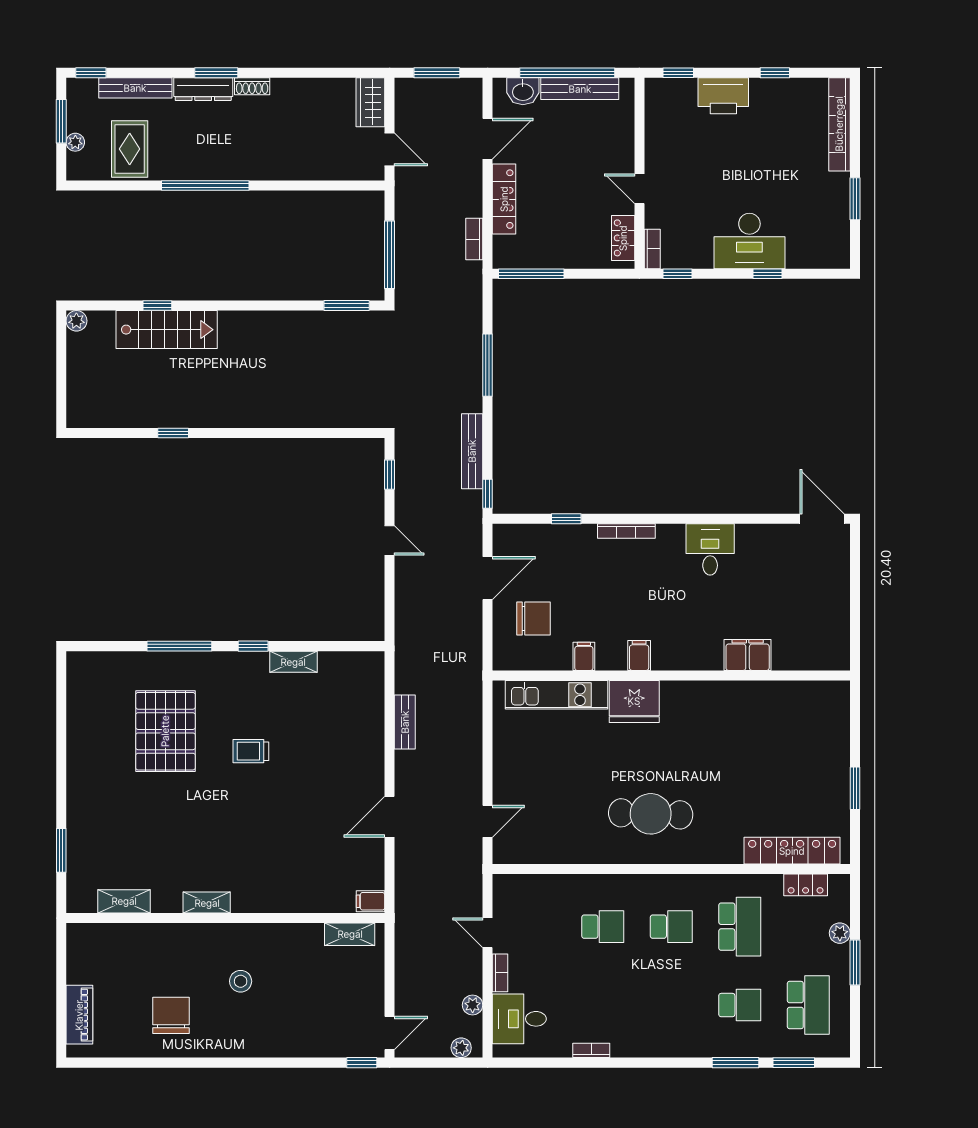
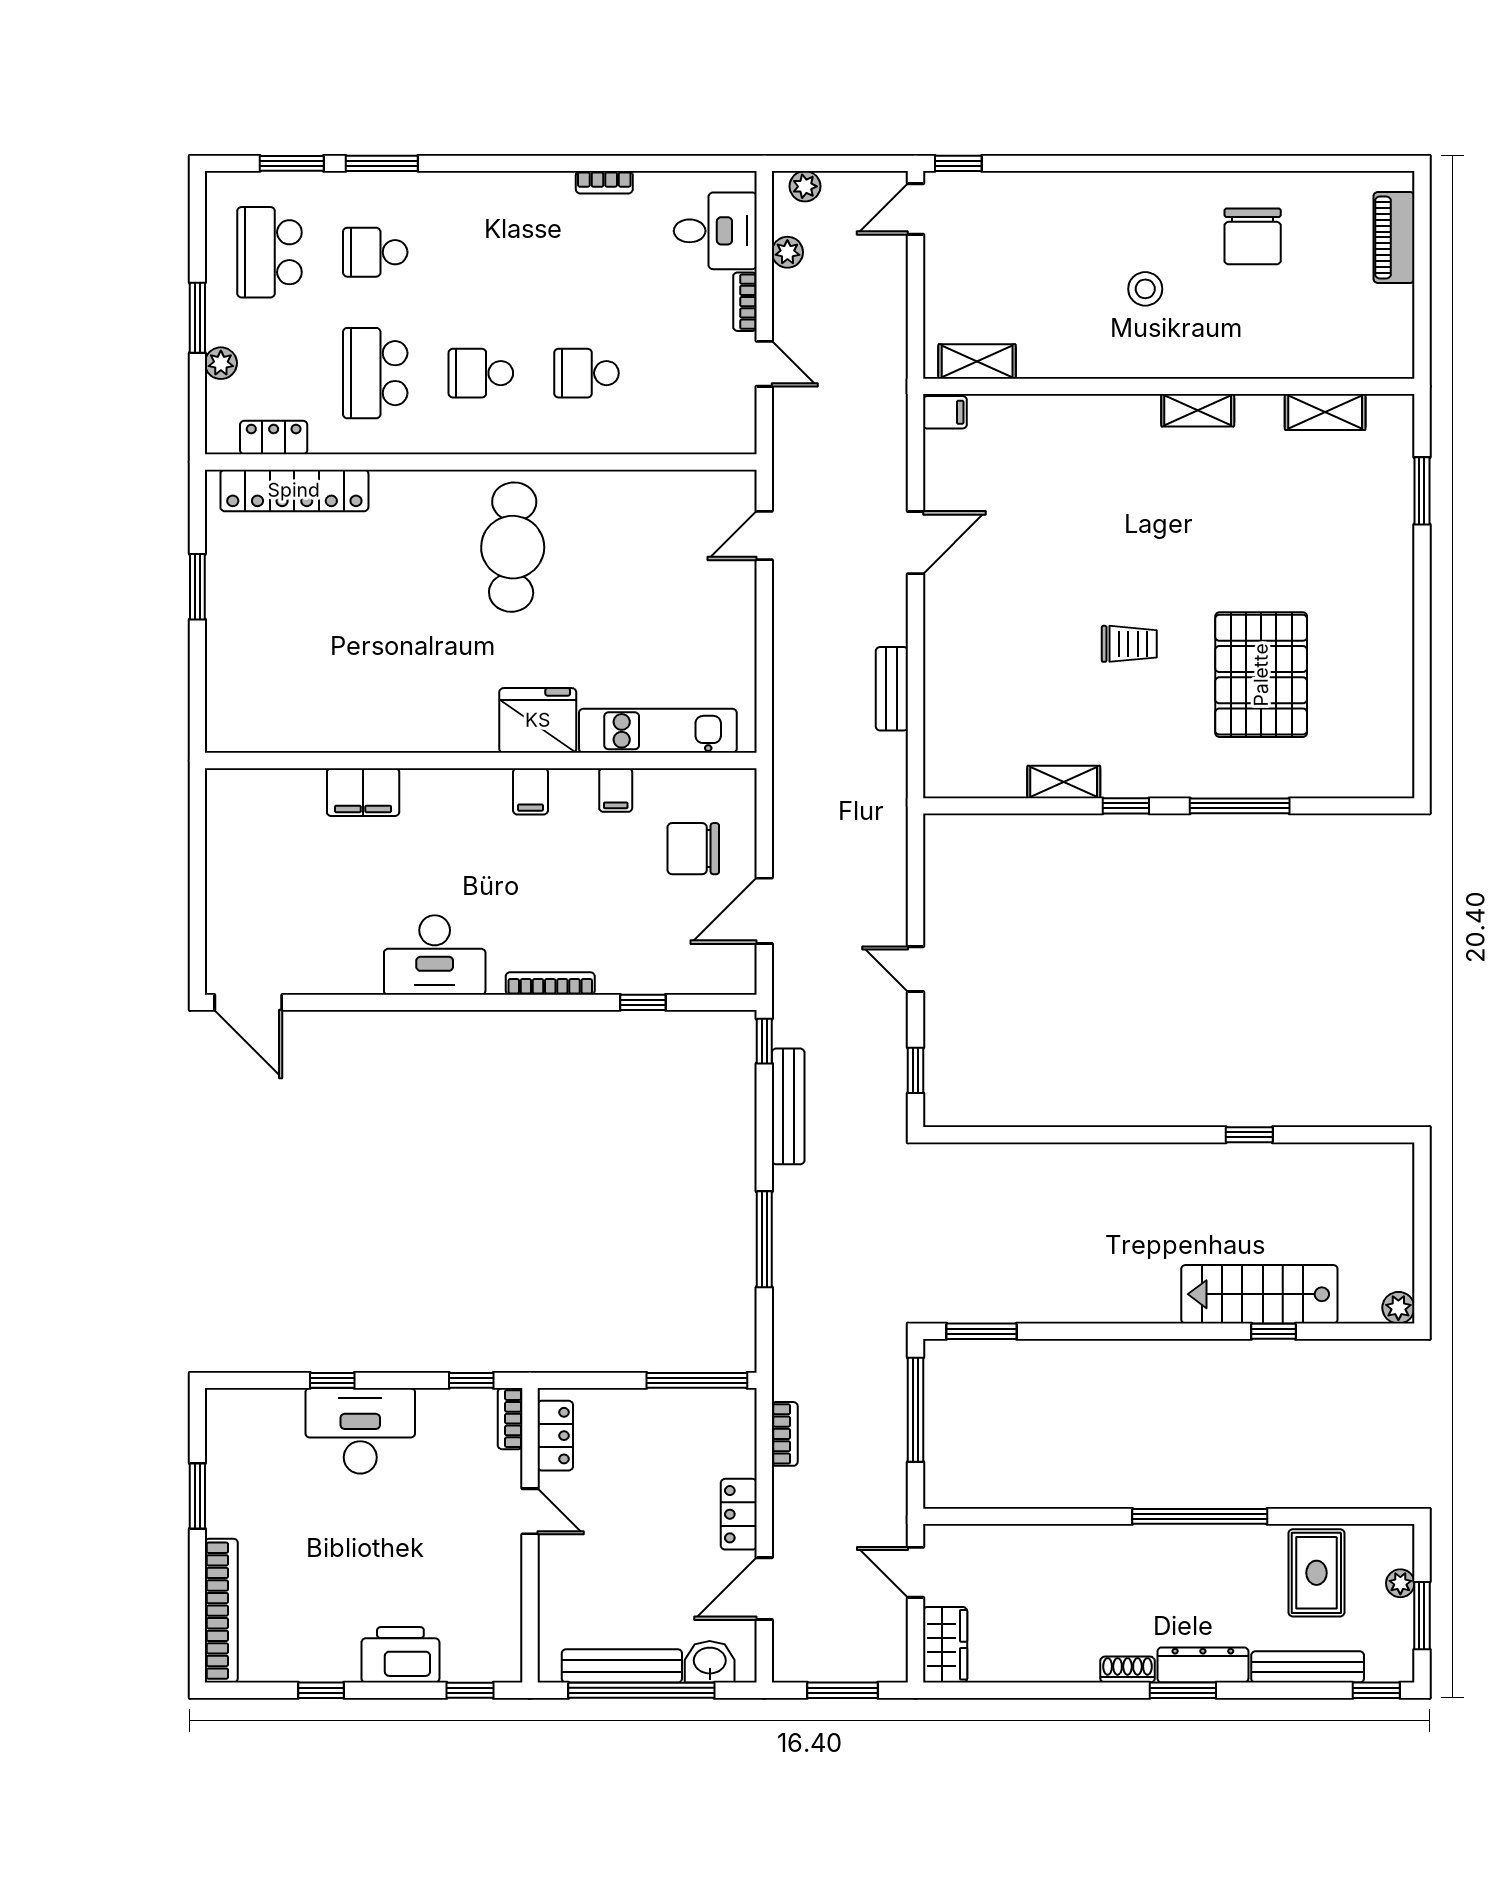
locker: (504, 199) -> (739, 1514), width x0.66
desk: (710, 549) -> (435, 955), width x1.37
cafe table: (651, 814) -> (513, 547), turned 90

